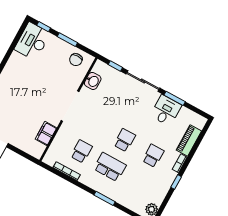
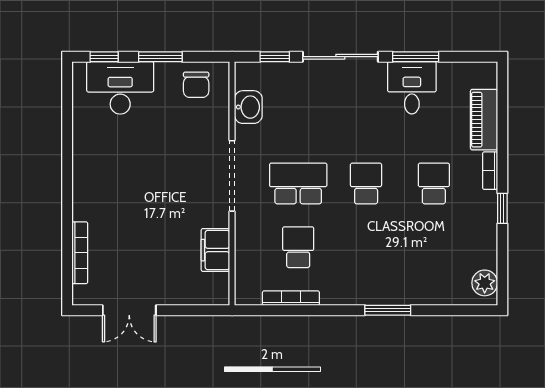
desk: (32, 41) -> (120, 88), moved, turned 90
school desk: (110, 167) -> (298, 183), moved

